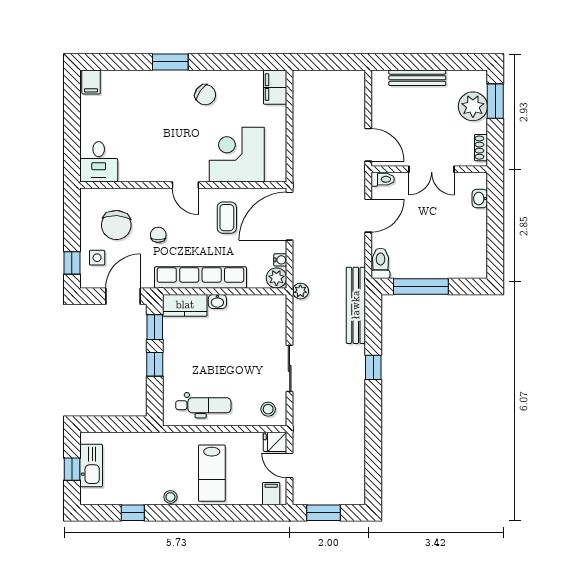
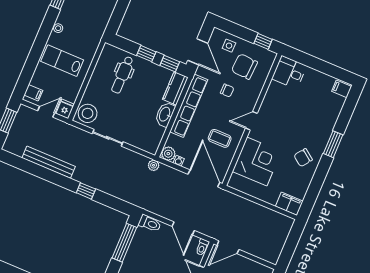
window: (72, 263) -> (263, 41), moved
washbasin: (217, 301) -> (165, 114), width x1.91, depth x1.45
bench: (356, 305) -> (49, 162), moved
dental chair: (203, 405) -> (122, 75), moved
stool: (268, 409) -> (88, 113), width x1.89, depth x1.89

